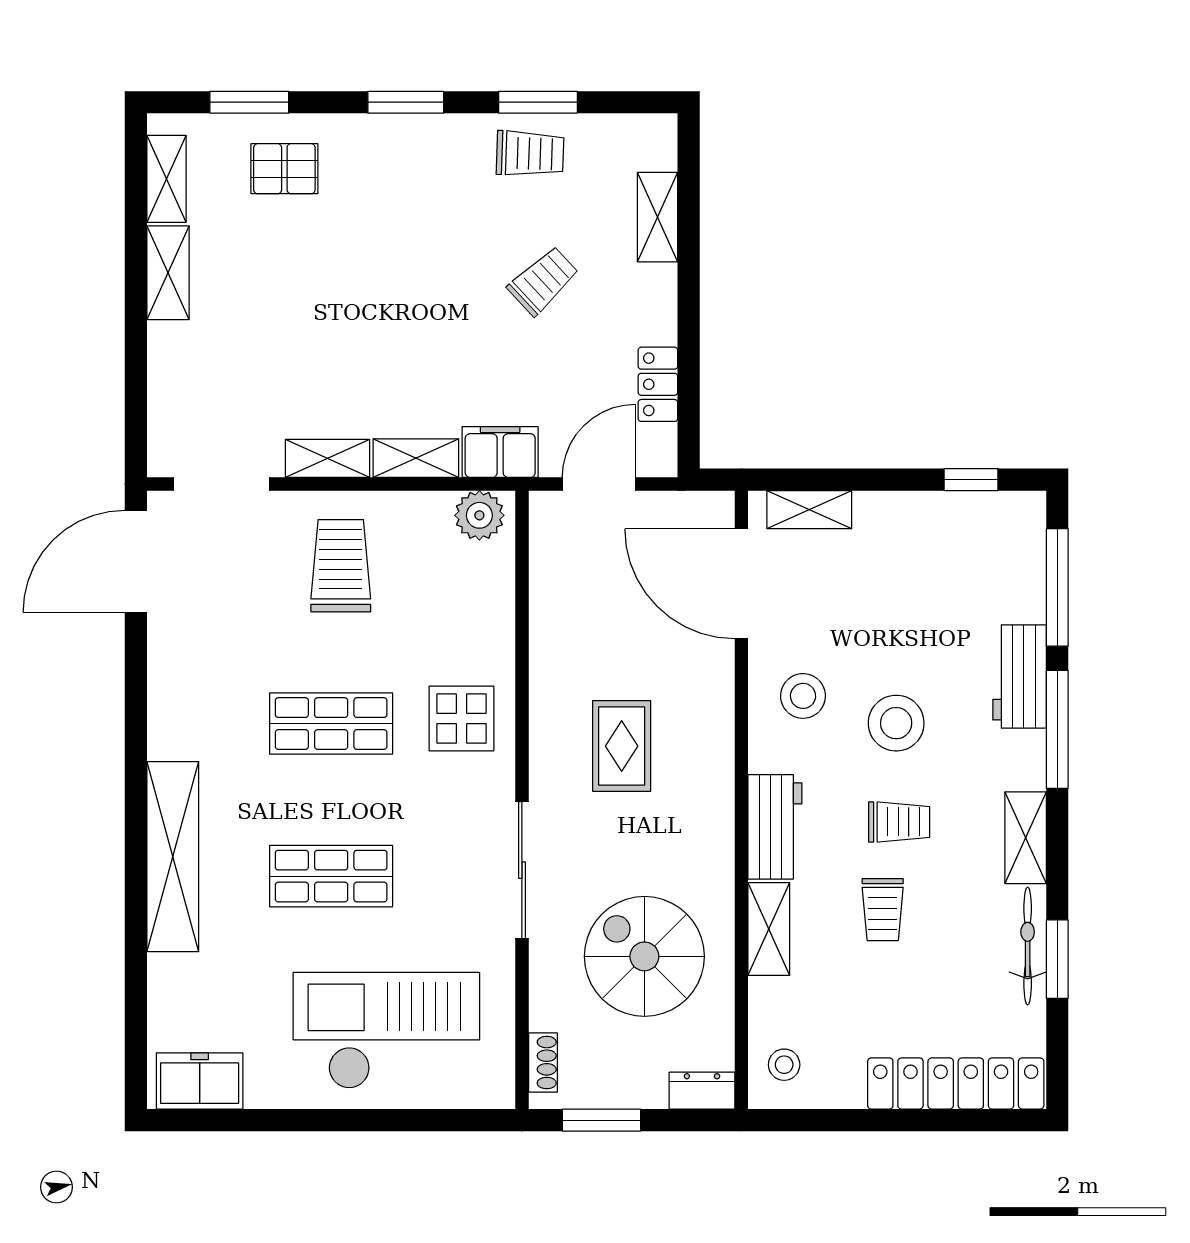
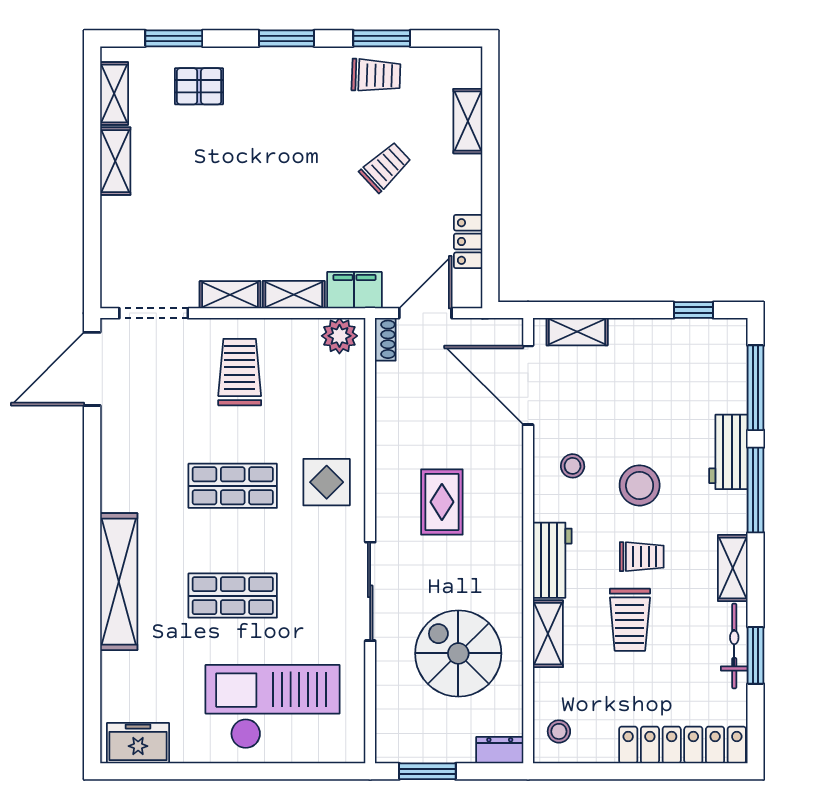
stool: (803, 696) -> (573, 466), width x0.73, depth x0.73
trolley: (883, 910) -> (630, 620), width x1.36, depth x1.39
shoe rack: (543, 1063) -> (385, 339), moved

